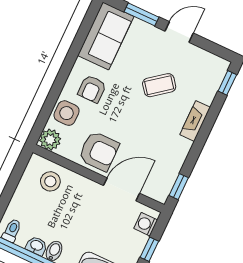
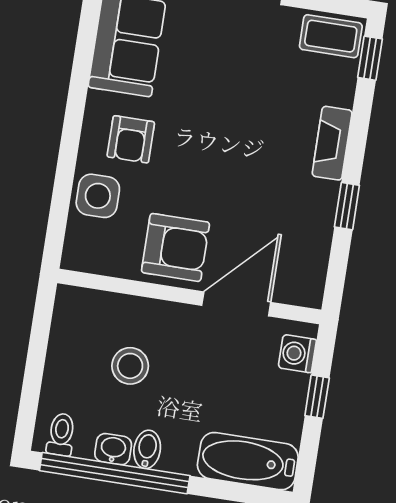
coffee table: (159, 85) -> (331, 36), moved, turned 38
plant: (50, 140) -> (82, 252), removed
stool: (50, 181) -> (130, 366), moved
window: (179, 187) -> (347, 206), moved

